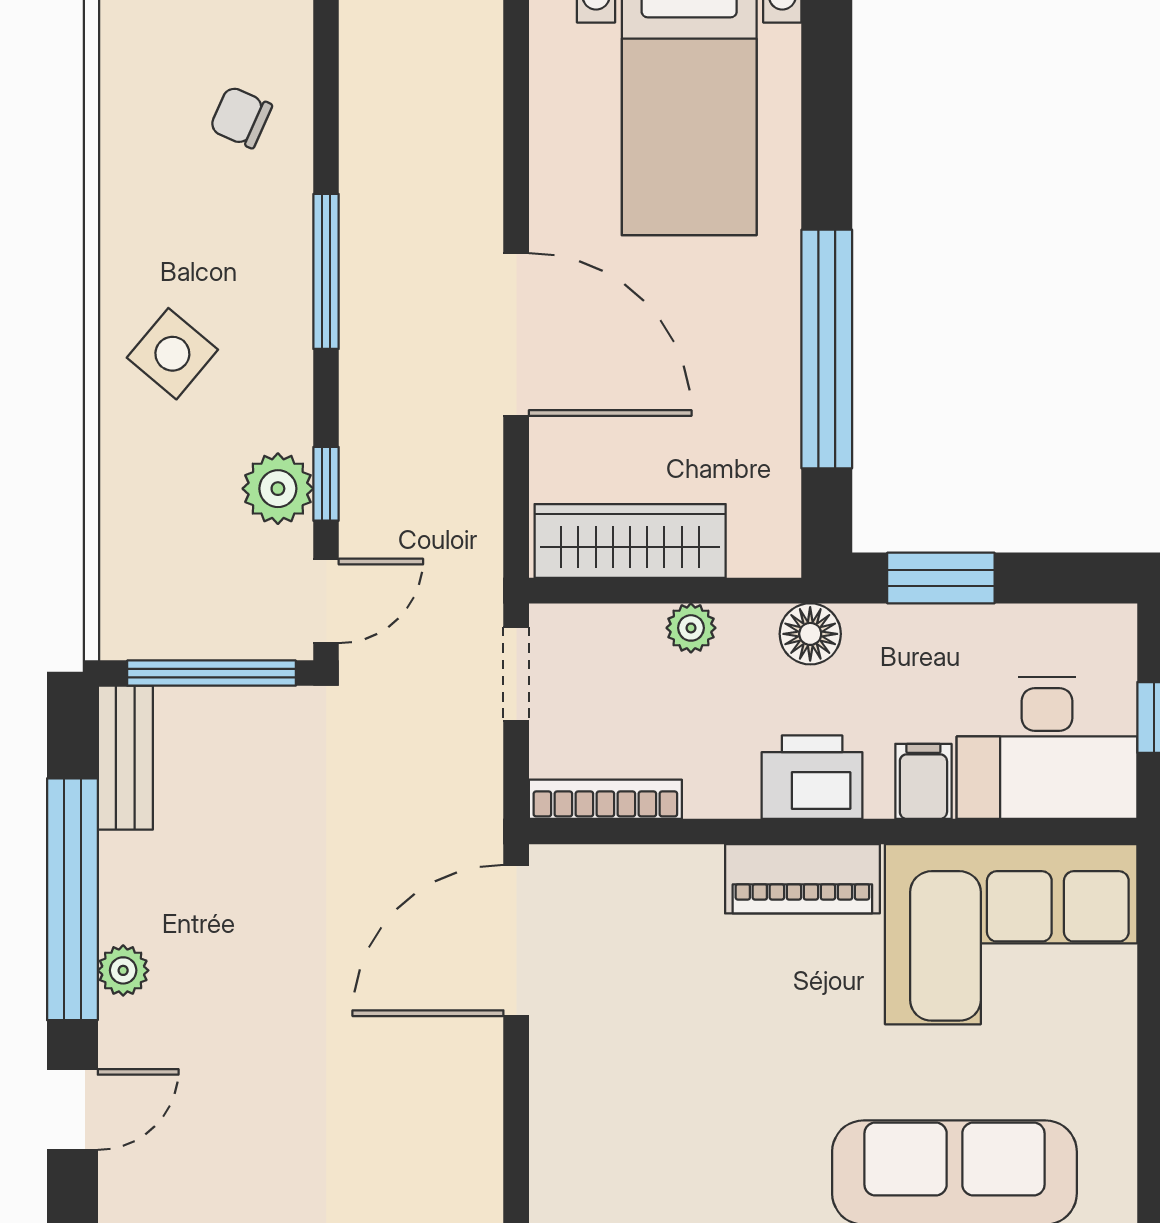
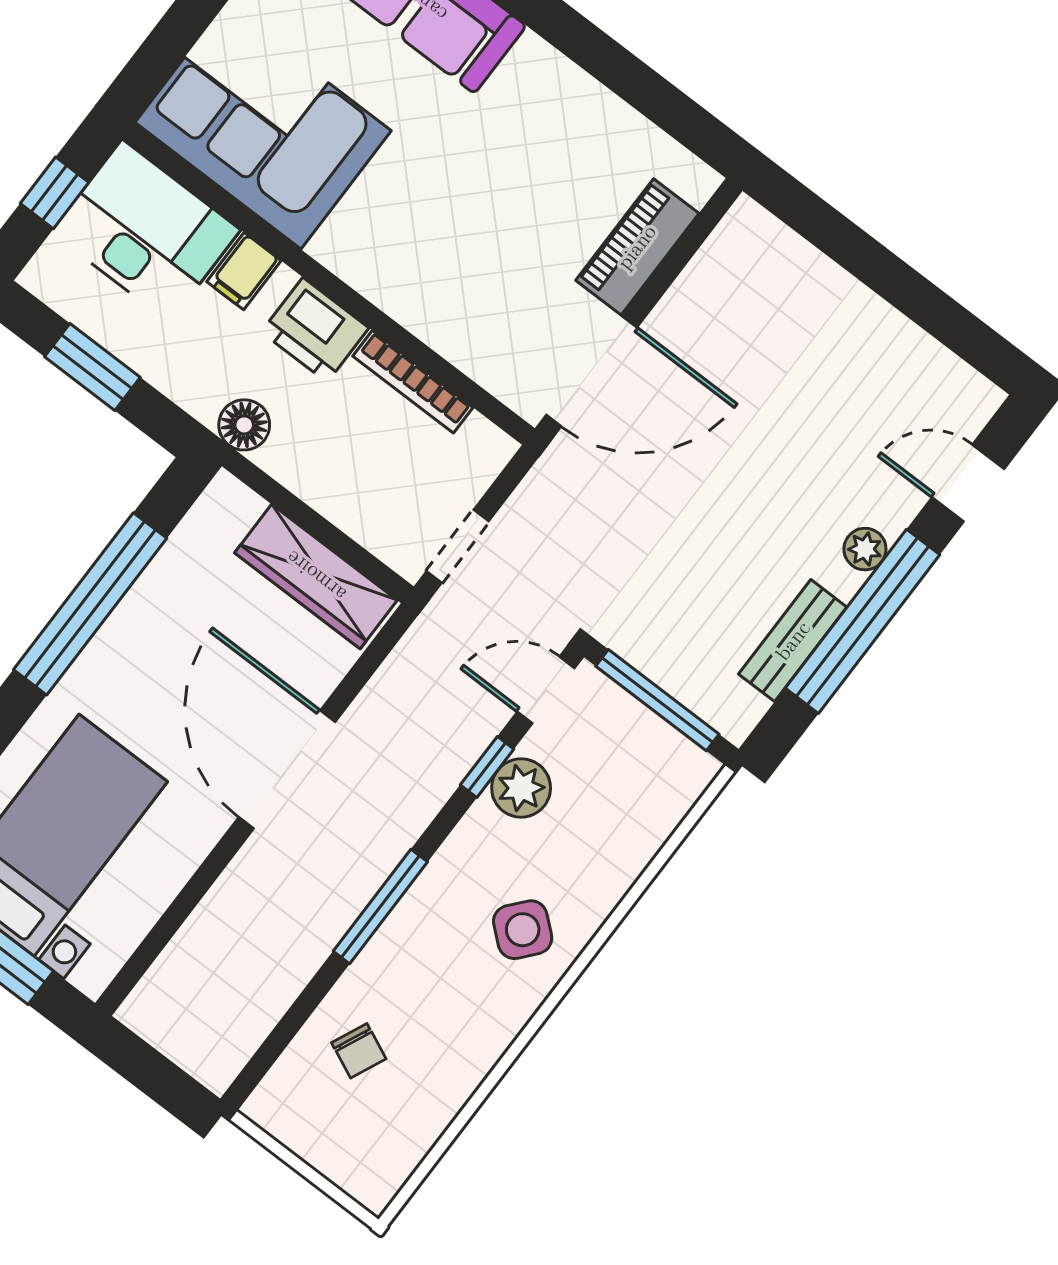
window: (941, 578) -> (92, 367), moved
plant: (691, 628) -> (320, 489), removed
bench: (125, 758) -> (793, 641), moved
bookcase: (605, 799) -> (413, 382), moved
piano: (802, 879) -> (637, 247), moved, turned -90

